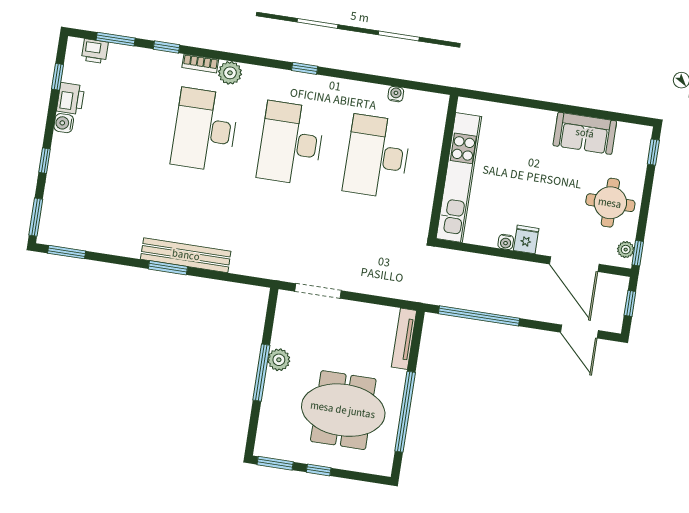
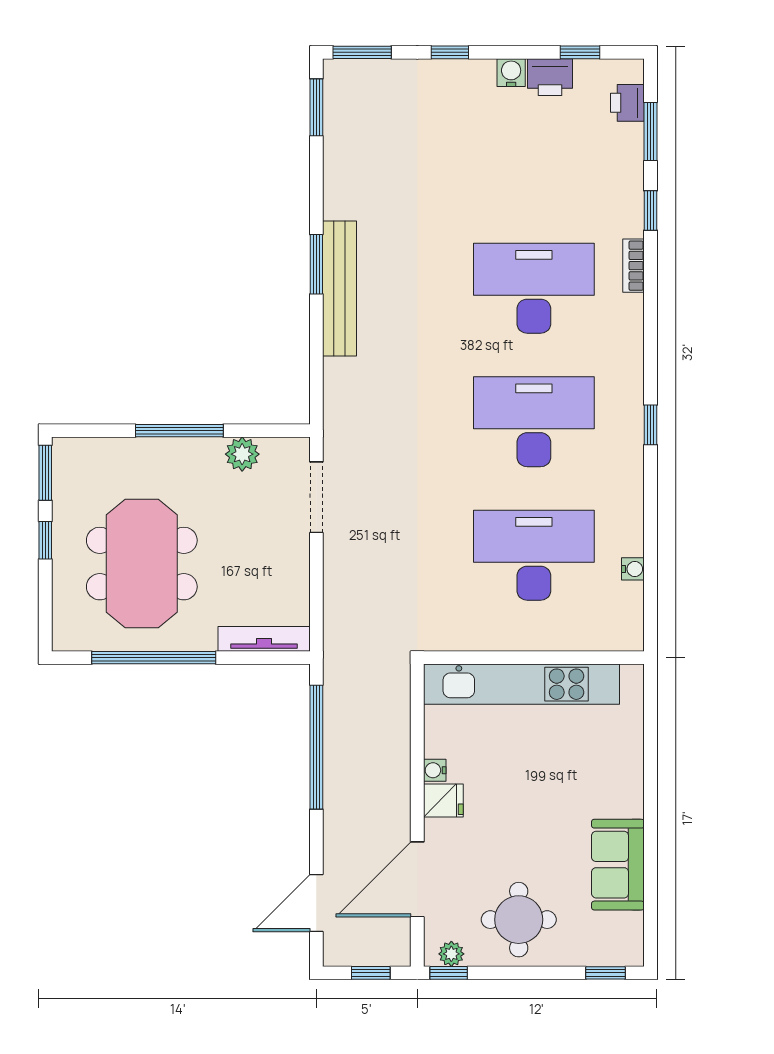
plant: (230, 73) -> (626, 313), removed
plant: (279, 360) -> (242, 454), moved

